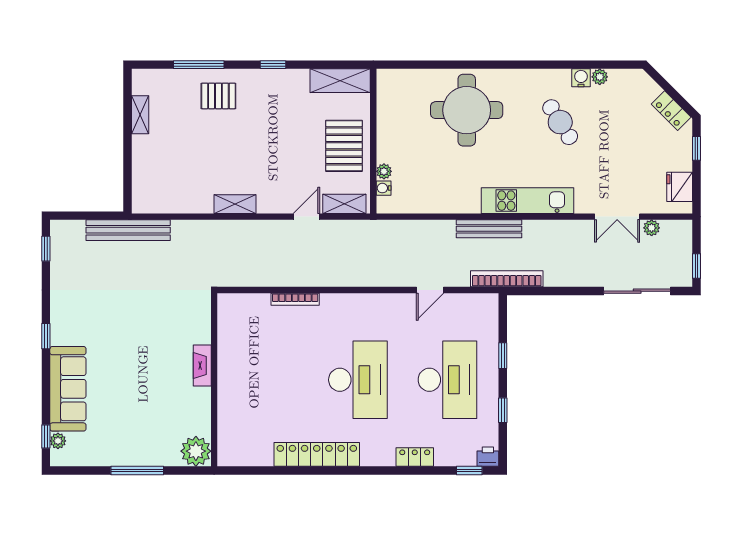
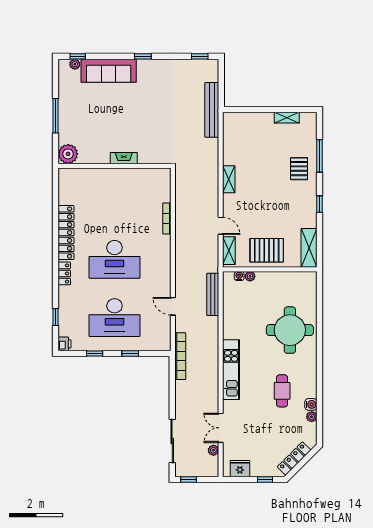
locker: (671, 111) -> (294, 459), width x1.53
cafe table: (560, 122) -> (282, 391), turned -58
bench: (489, 229) -> (213, 294), moved
locker: (415, 457) -> (64, 273), moved
window: (469, 471) -> (55, 317), moved

